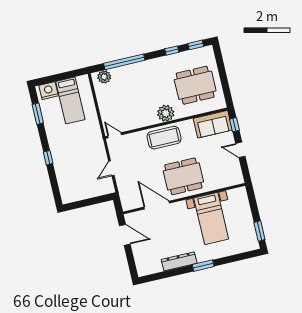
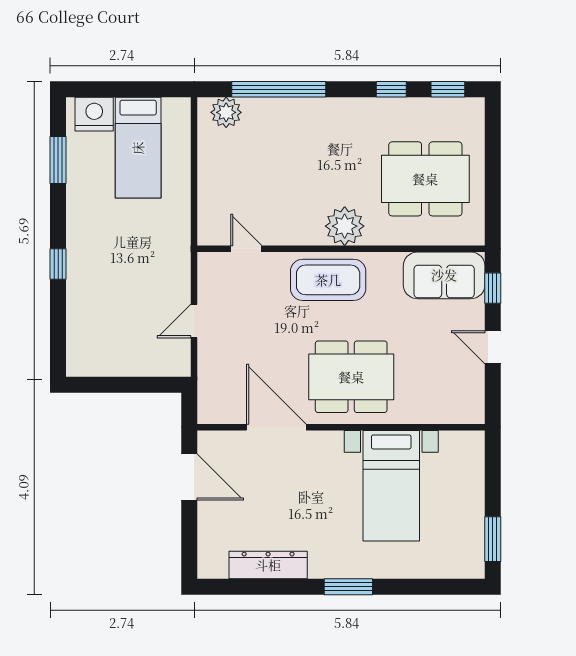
door: (115, 135) -> (246, 249), moved
dresser: (179, 261) -> (268, 565), moved

